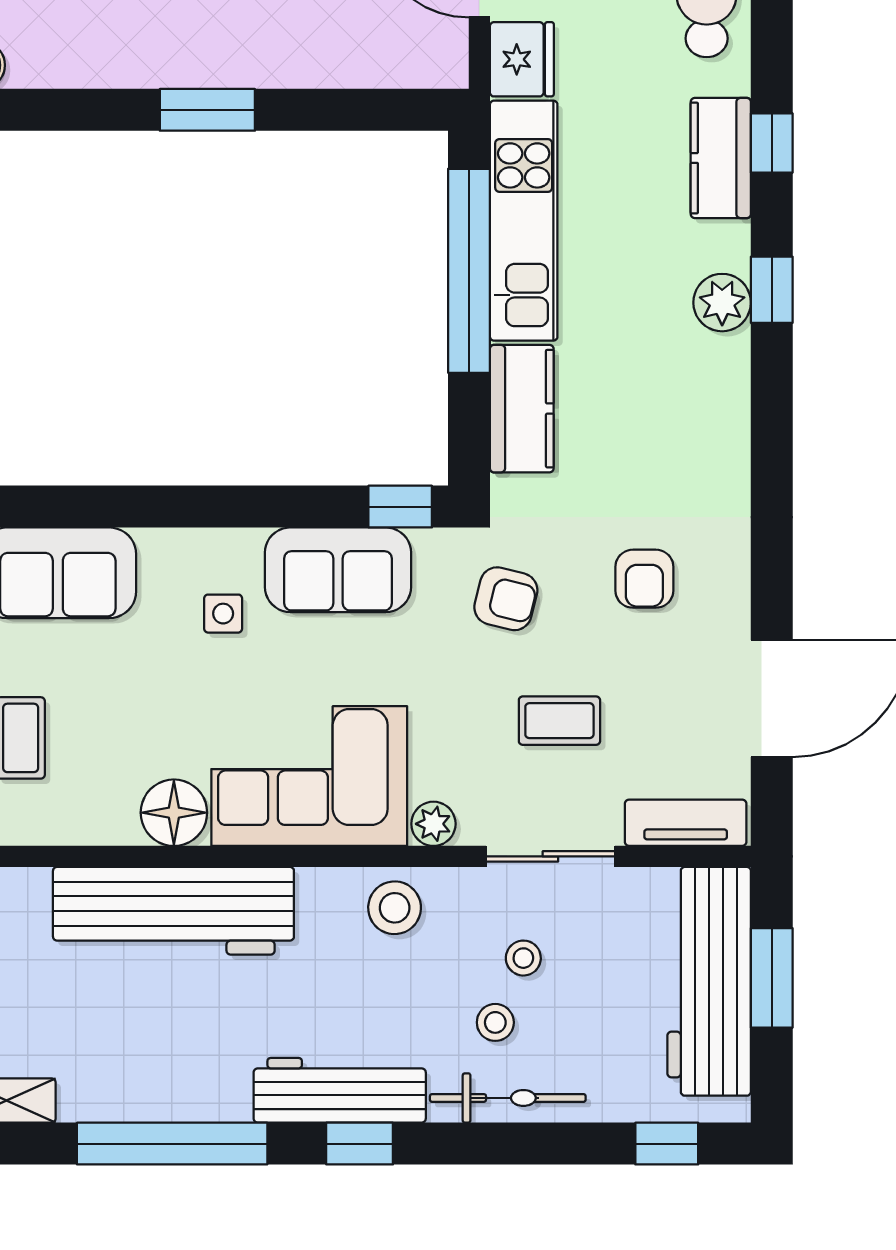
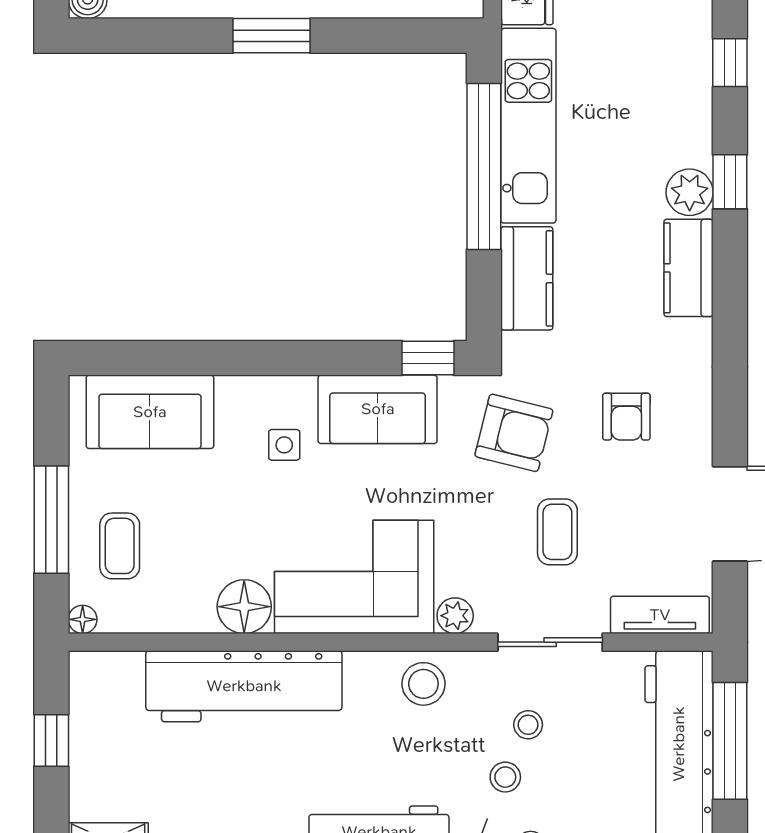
kitchen counter: (721, 158) -> (688, 268), moved
armchair: (506, 599) -> (514, 433), width x1.38, depth x1.38
coffee table: (559, 721) -> (557, 532), turned 90
window: (772, 978) -> (730, 741), width x1.44

